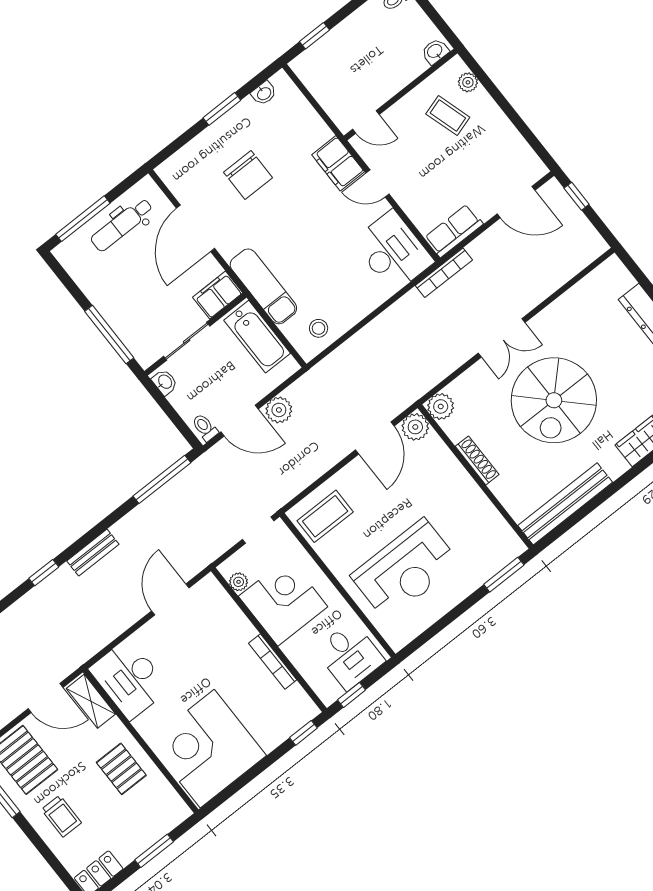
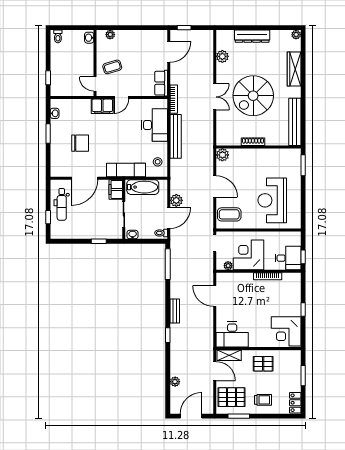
coffee table: (448, 116) -> (112, 67), moved
door: (366, 122) -> (95, 84), swing flipped
window: (83, 219) -> (48, 217), width x0.46
door: (196, 228) -> (85, 178), hinge flipped
desk: (393, 252) -> (154, 125), moved, turned 90
bench: (384, 325) -> (176, 136), added
window: (109, 335) -> (99, 241), width x0.46
spiral stairs: (554, 400) -> (253, 96), turned 90
plant: (441, 406) -> (222, 56), moved
door: (375, 438) -> (215, 186), moved
coffee table: (325, 516) -> (229, 214), turned 90
reception desk: (405, 569) -> (272, 200), turned 180
desk: (350, 655) -> (288, 258), moved
door: (45, 698) -> (215, 371), hinge flipped
window: (303, 733) -> (303, 310), moved
corner desk: (207, 749) -> (286, 331), width x0.74, depth x0.74

